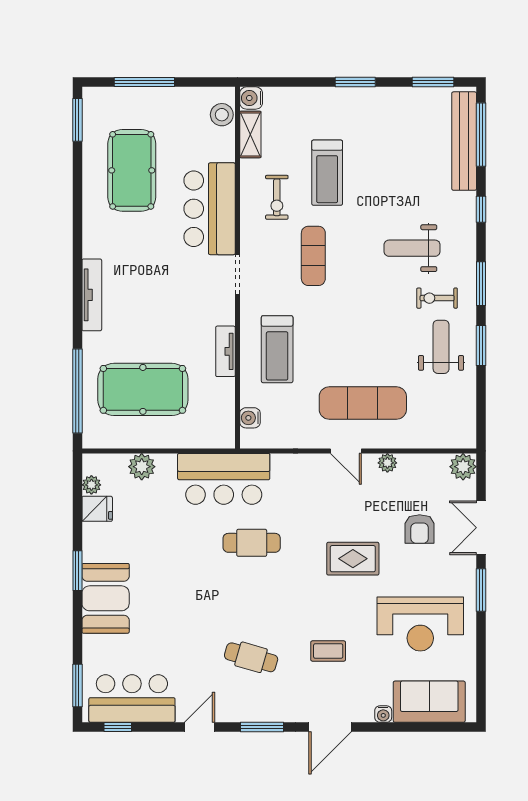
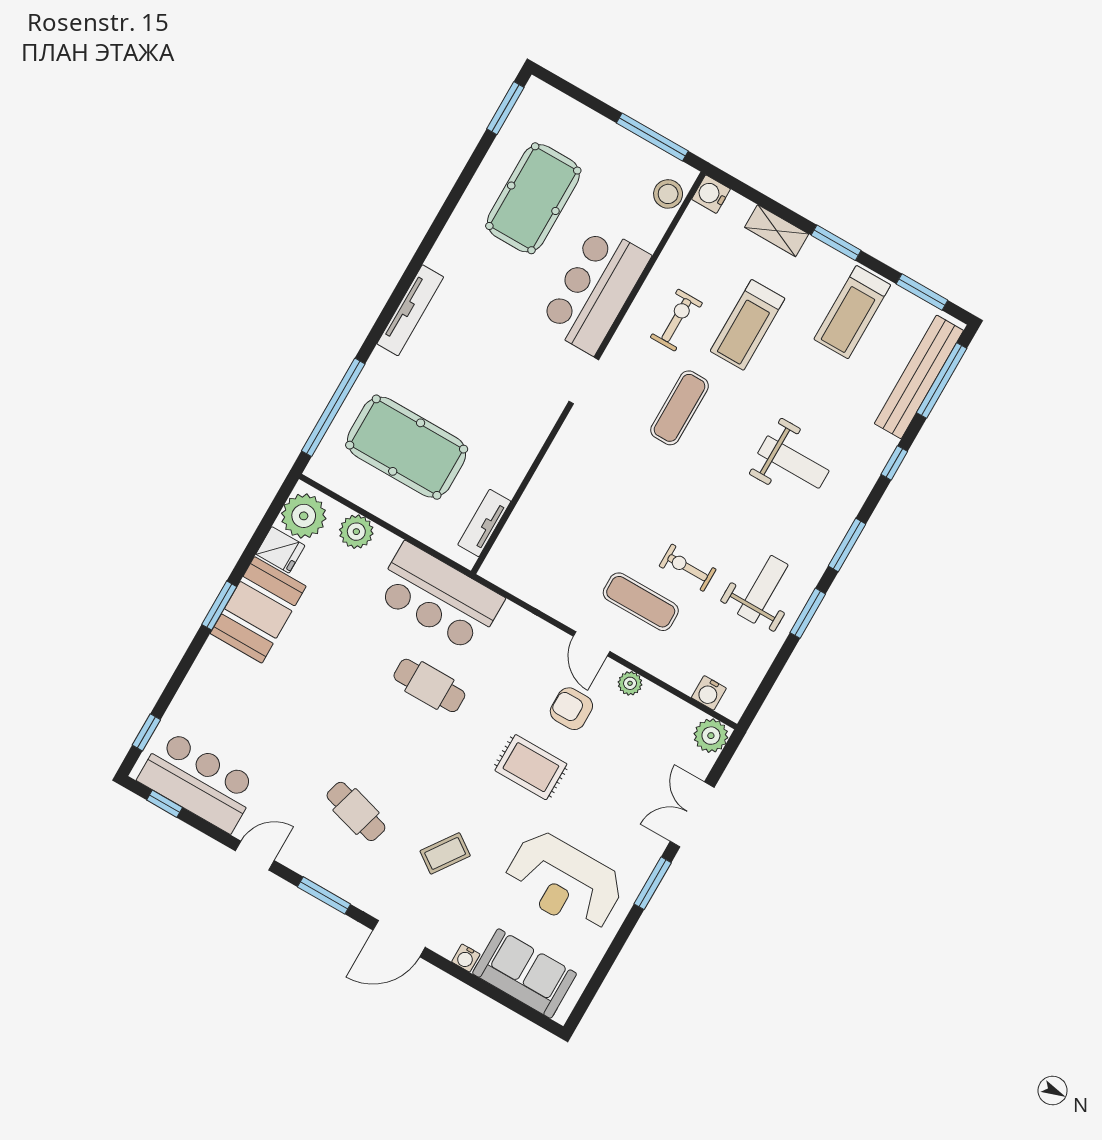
window: (144, 82) -> (652, 137), moved
shelving: (250, 134) -> (777, 231), moved, turned 90
exercise bike: (277, 197) -> (676, 320), turned 180
weight bench: (412, 248) -> (793, 462), turned 180
exercise bike: (437, 298) -> (688, 568), moved
treadmill: (277, 349) -> (852, 312), moved
tv unit: (225, 351) -> (484, 523), moved
exercise mat: (363, 403) -> (641, 602), width x0.73, depth x0.69
water cooler: (250, 418) -> (709, 693), moved, turned -90
plant: (91, 485) -> (304, 516), width x1.87, depth x1.87
armchair: (420, 529) -> (571, 709), moved, turned 90
booth: (106, 598) -> (258, 610), moved
coffee table: (328, 651) -> (445, 853), turned -55
window: (77, 686) -> (146, 732), width x0.67

